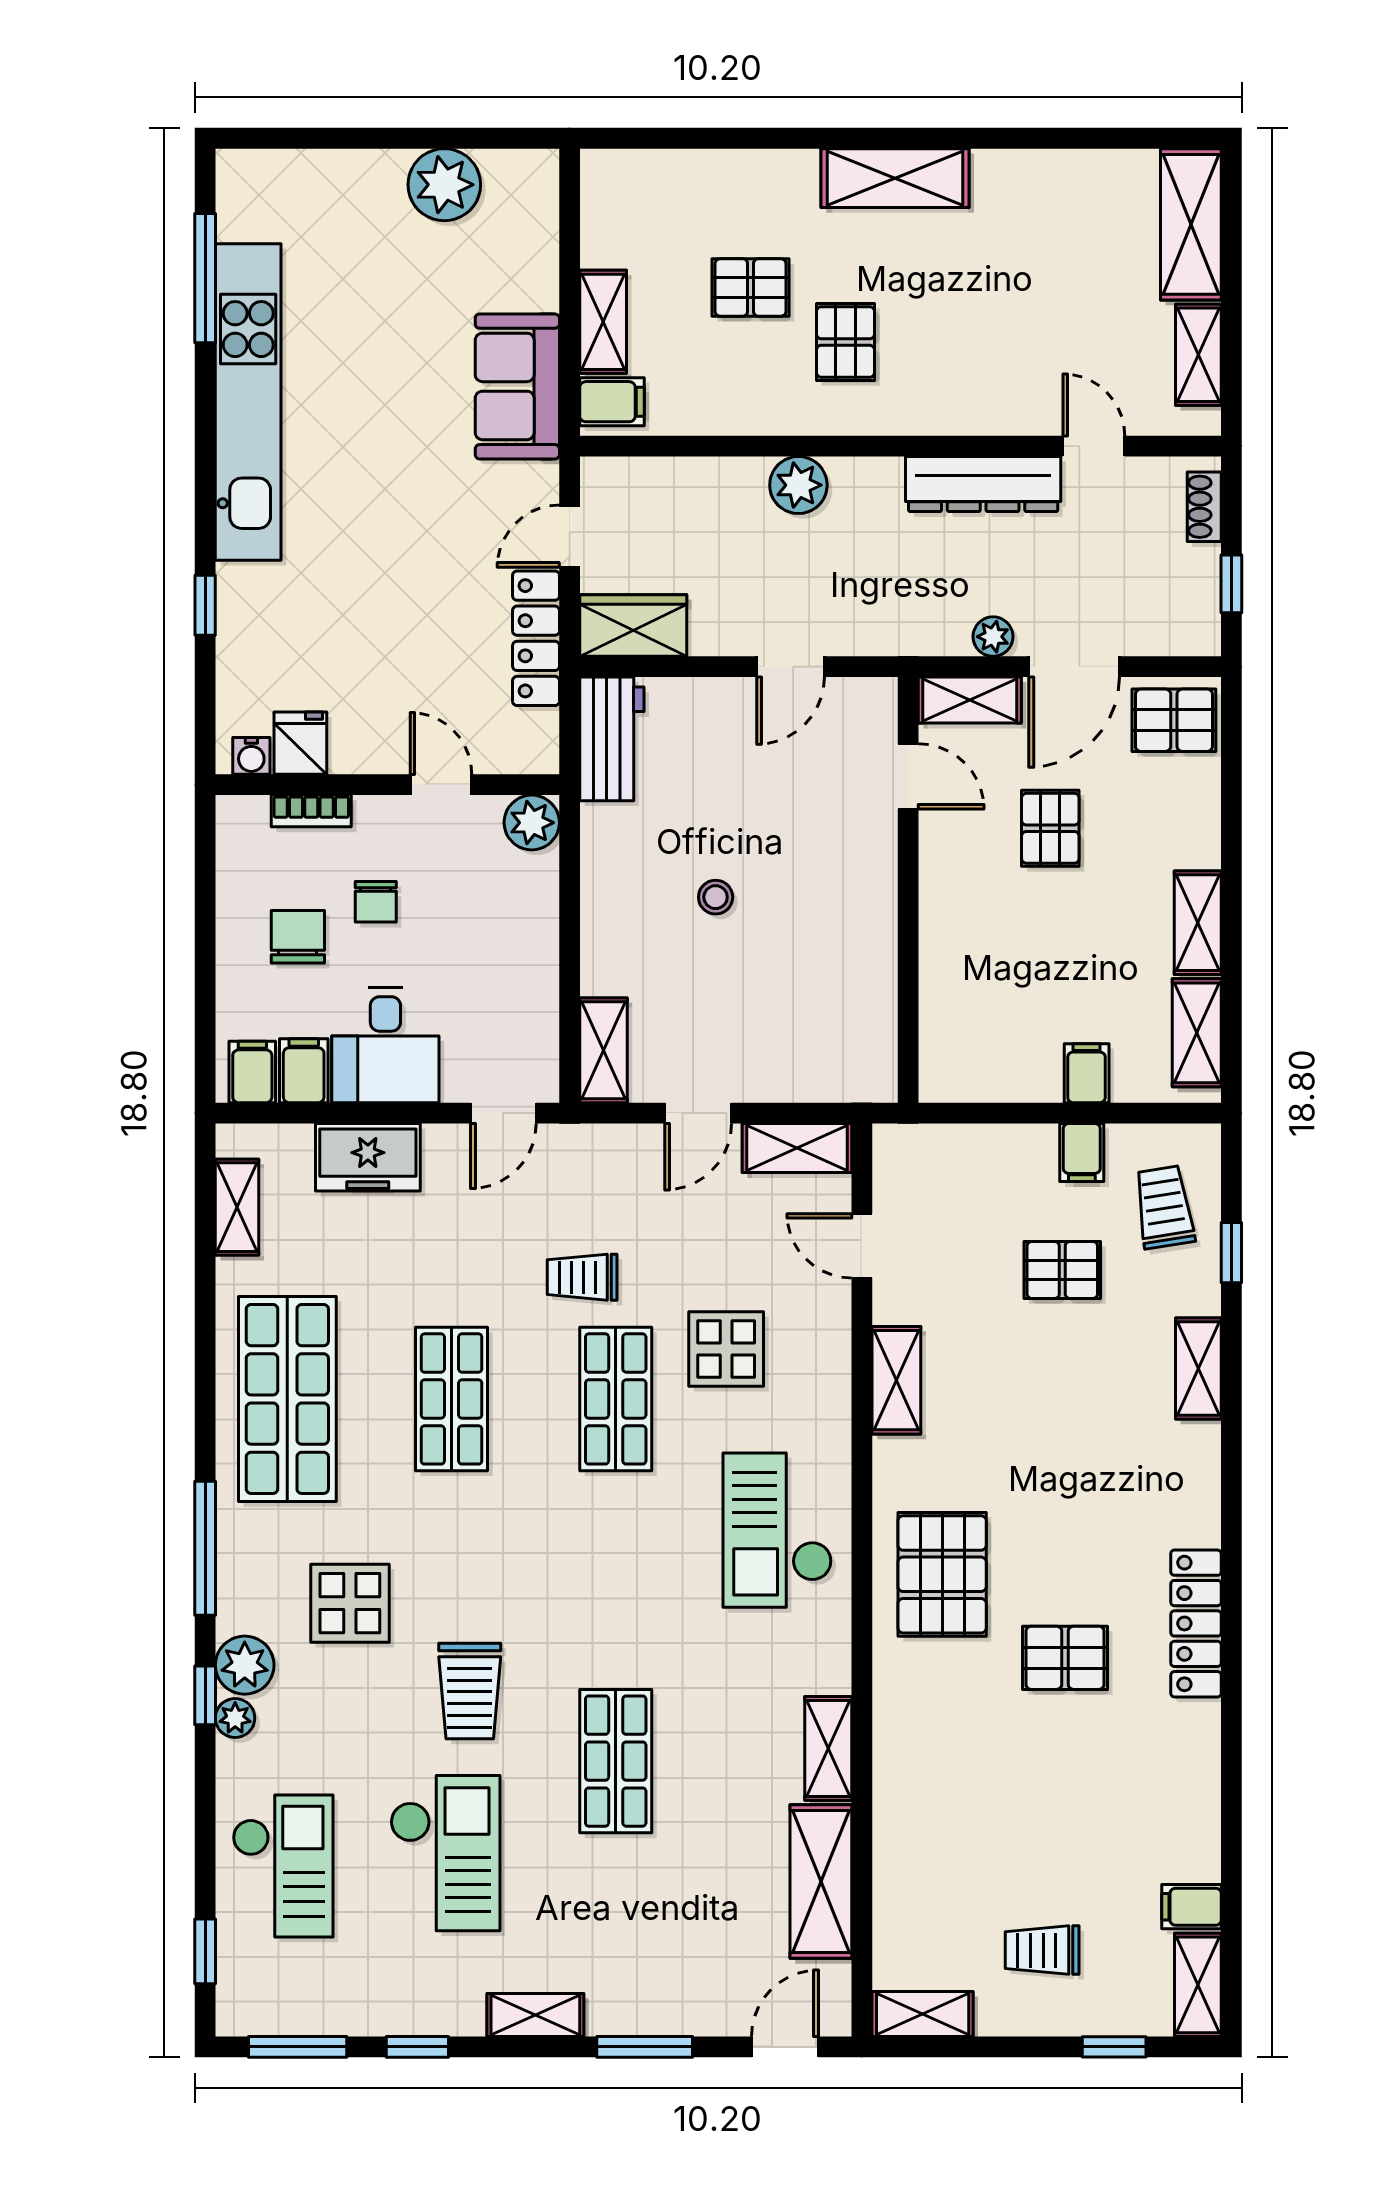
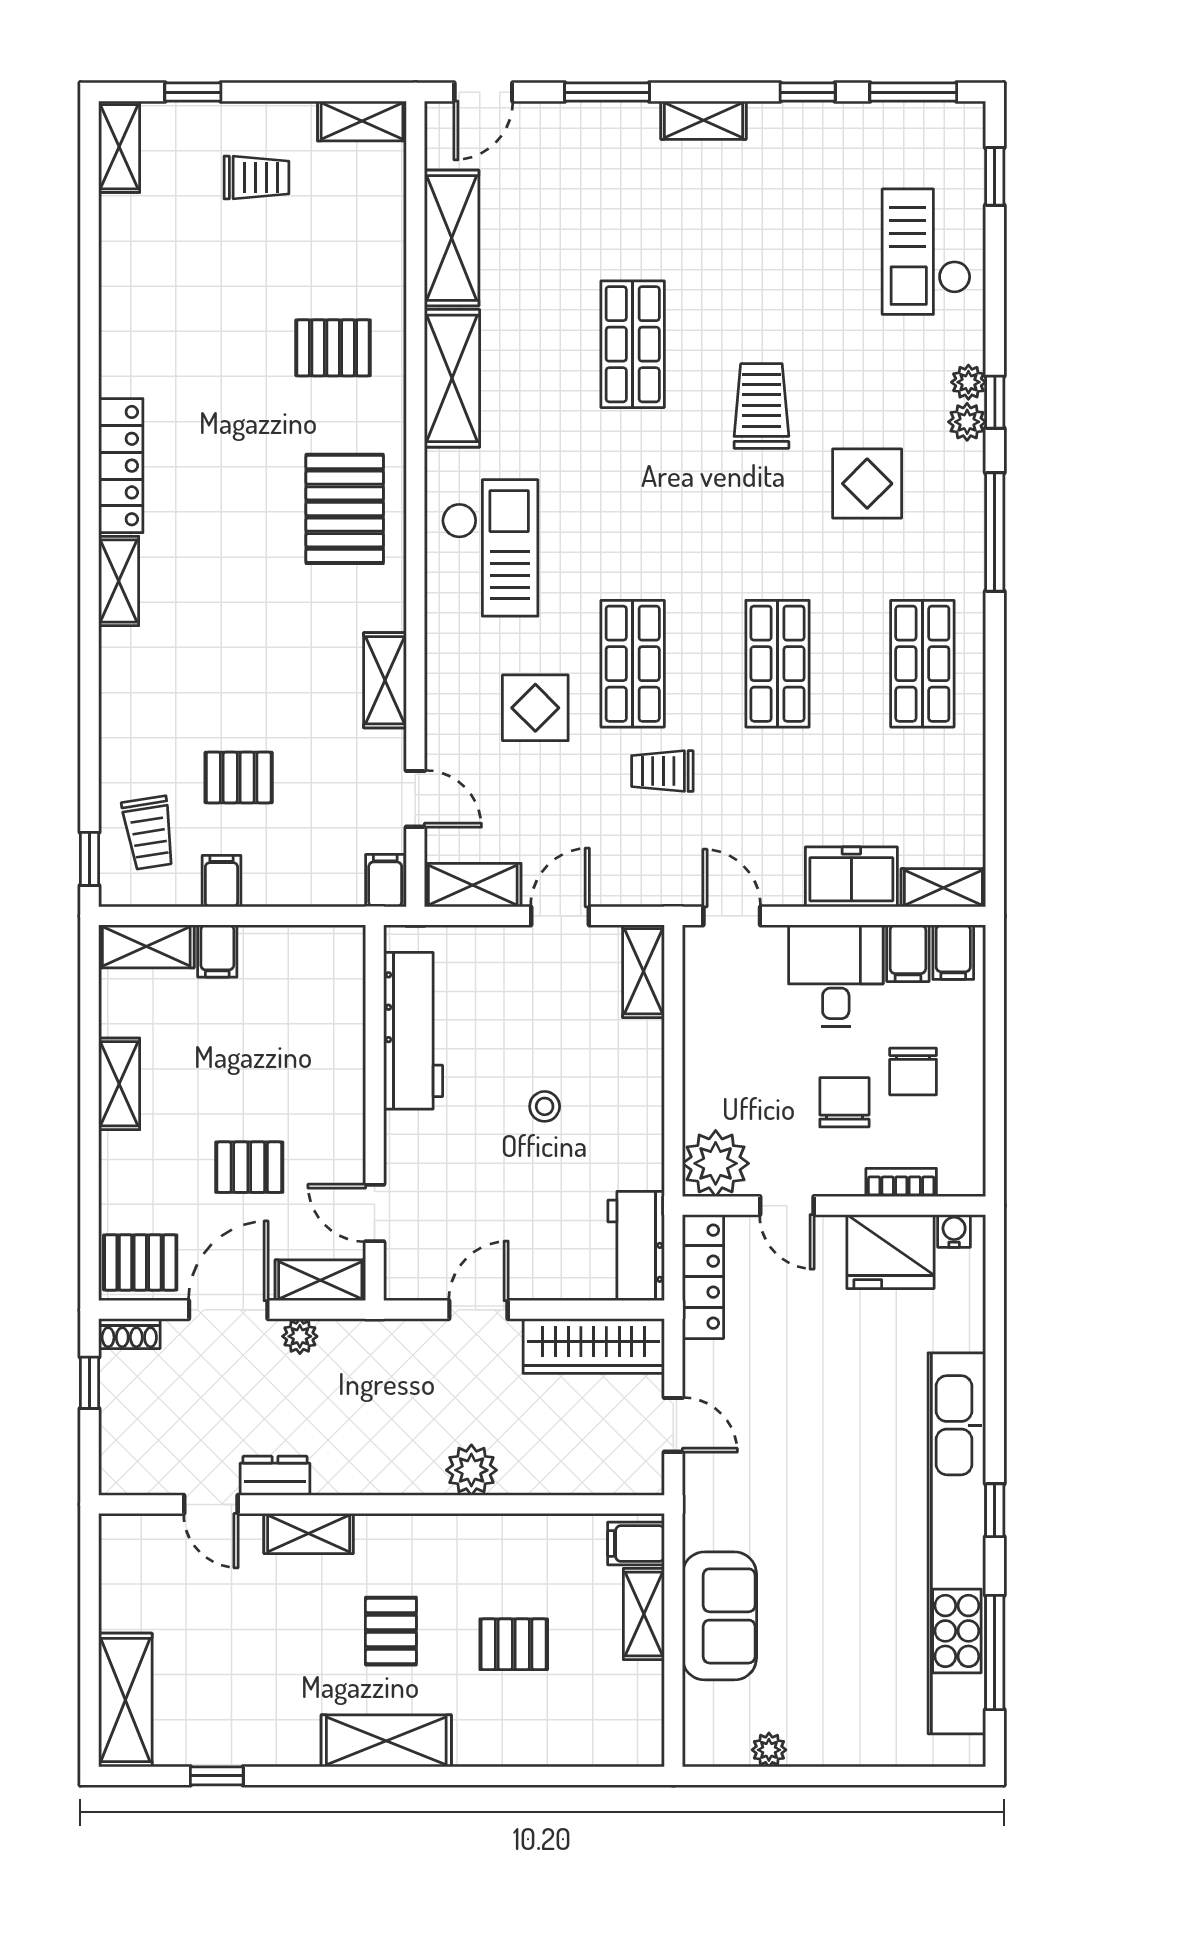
window: (1087, 138) -> (217, 1776), added
plant: (444, 185) -> (769, 1750), width x0.53, depth x0.53
pallet: (845, 342) -> (391, 1631), moved
shelving: (1198, 355) -> (309, 1533), moved, turned 90
sofa: (517, 386) -> (719, 1616), moved
kitchen unit: (248, 402) -> (957, 1543), width x1.36
dresser: (983, 484) -> (275, 1476), width x0.51, depth x0.80
shoe rack: (1204, 507) -> (129, 1334), moved, turned 90
door: (570, 536) -> (673, 1425), hinge flipped
window: (205, 605) -> (995, 1510), moved
wardrobe: (633, 625) -> (594, 1346), width x1.50
locker: (536, 638) -> (703, 1277), moved
fridge: (300, 743) -> (890, 1252), width x1.88, depth x1.34
plant: (532, 823) -> (716, 1163), width x1.36, depth x1.36
pallet: (1050, 828) -> (249, 1167), turned 90
chair: (376, 902) -> (844, 1102), width x1.37, depth x1.37
workbench: (865, 983) -> (413, 1031), added
shelving: (1197, 1033) -> (146, 946), moved, turned 90
door: (503, 1113) -> (732, 916), hinge flipped
shelving: (237, 1207) -> (943, 888), moved, turned 90
window: (1231, 1253) -> (89, 859), moved
trolley: (582, 1277) -> (662, 771), turned 180
shelving: (1198, 1368) -> (119, 581), moved
shop shelf: (287, 1399) -> (922, 664), width x0.70, depth x0.74
pallet: (1065, 1658) -> (333, 348), moved
plant: (245, 1665) -> (967, 422), width x0.73, depth x0.73
shelving: (828, 1748) -> (452, 378), width x1.50, depth x1.33
checkout: (445, 1853) -> (783, 263), removed
filing cabinet: (1191, 1907) -> (385, 881), moved, turned -90

